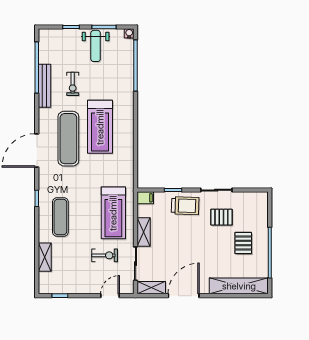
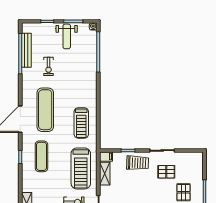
bench: (45, 86) -> (26, 50), moved
treadmill: (100, 127) -> (81, 123), moved, width x0.73, depth x0.73
exercise mat: (60, 217) -> (41, 156), moved
shelving: (144, 232) -> (105, 174), moved

